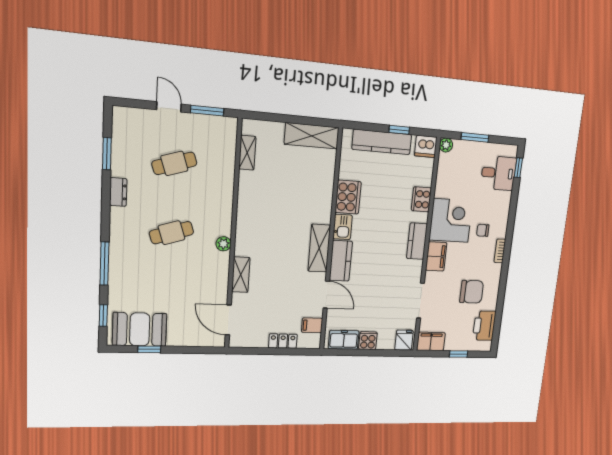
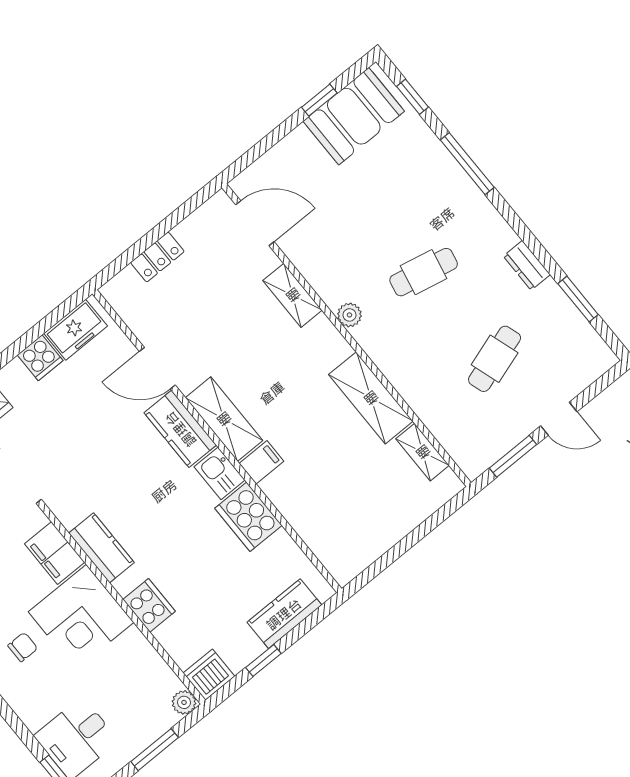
shelving: (312, 136) -> (371, 398), moved, turned 90
kitchen counter: (382, 142) -> (284, 614), width x0.67
cafe table: (171, 233) -> (424, 272), turned 30
filing cabinet: (312, 325) -> (261, 462), moved

